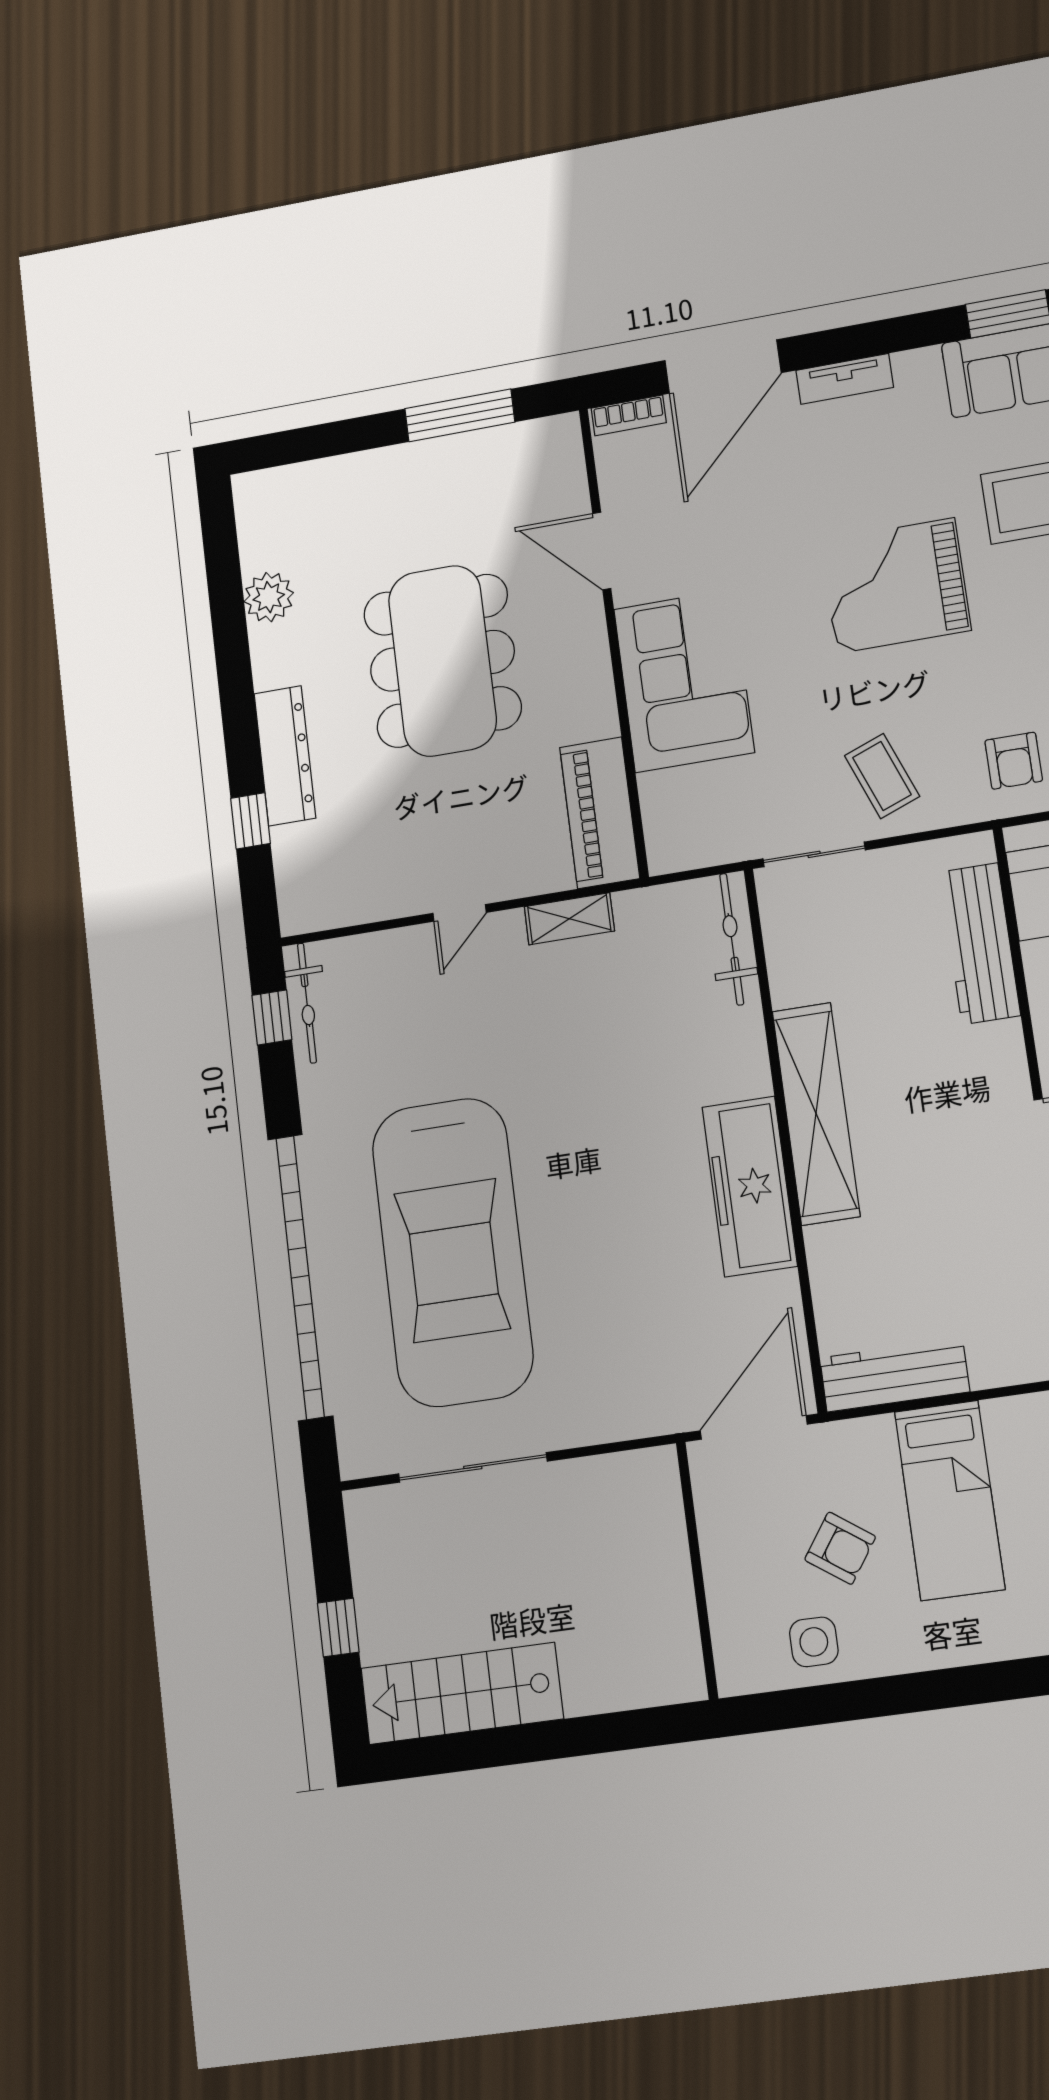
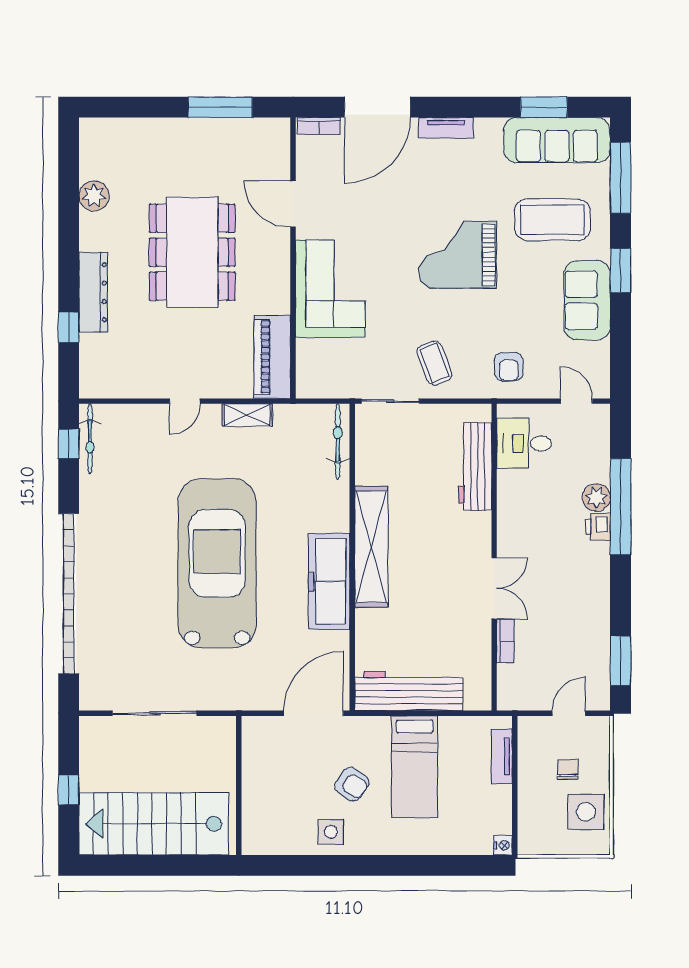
car: (452, 1252) -> (217, 563), moved, turned 180
workbench: (895, 1375) -> (409, 691), width x1.36, depth x1.32
wall: (697, 1570) -> (239, 785), moved
stairs: (462, 1693) -> (154, 824), width x1.36, depth x1.51

